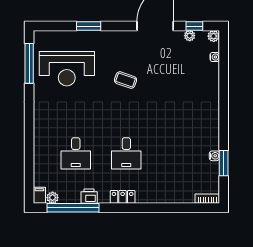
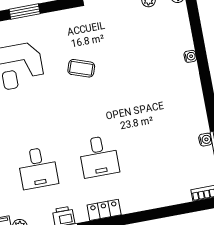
water cooler: (215, 57) -> (190, 56), moved

